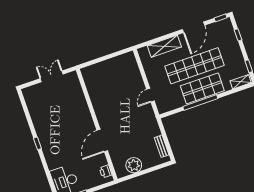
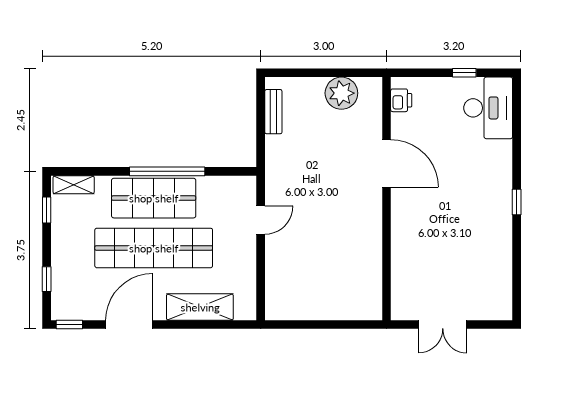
door: (102, 141) -> (387, 163), hinge flipped

